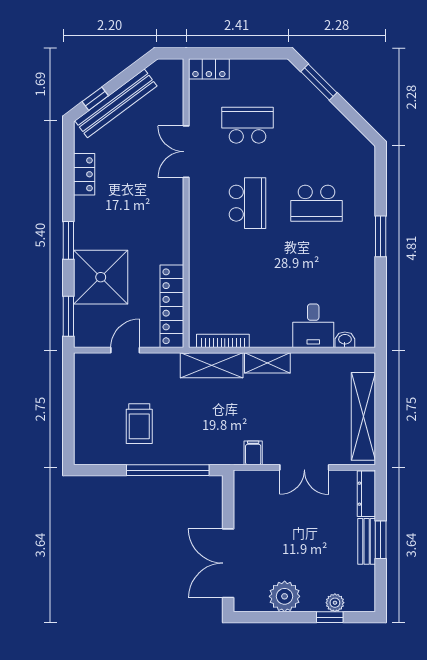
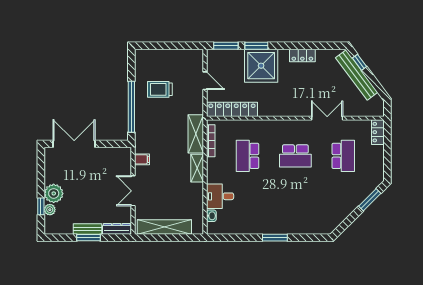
locker: (84, 174) -> (302, 55), moved
school desk: (317, 203) -> (247, 156), moved
window: (68, 240) -> (256, 46), moved
shower: (101, 277) -> (261, 66), moved
plant: (285, 596) -> (54, 193), moved

